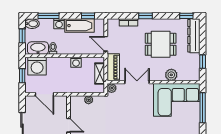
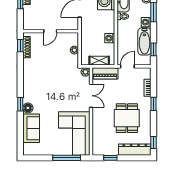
plant: (171, 75) -> (98, 128), removed

